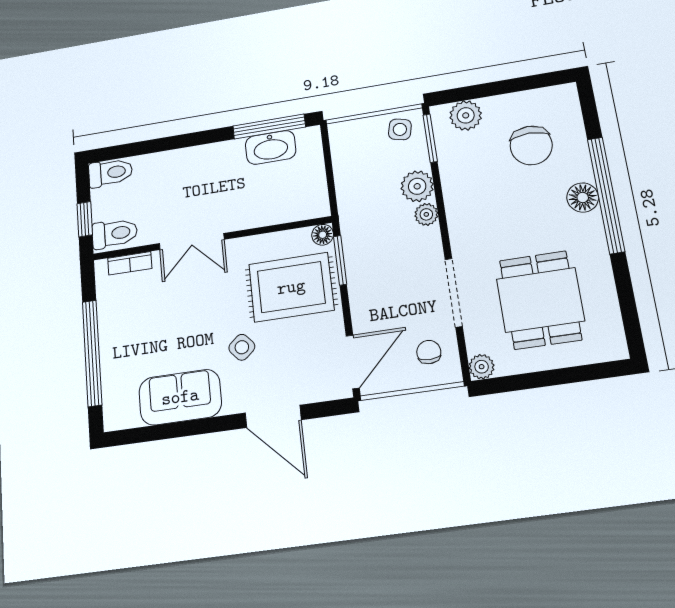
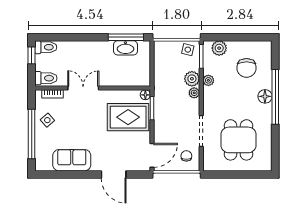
window: (85, 219) -> (32, 55), moved
double door: (192, 241) -> (83, 88), swing flipped
side table: (242, 347) -> (47, 120), moved
plant: (482, 367) -> (208, 80), moved

